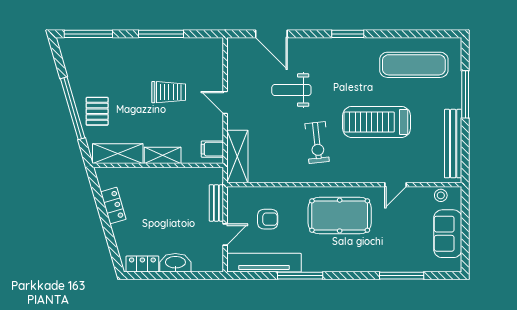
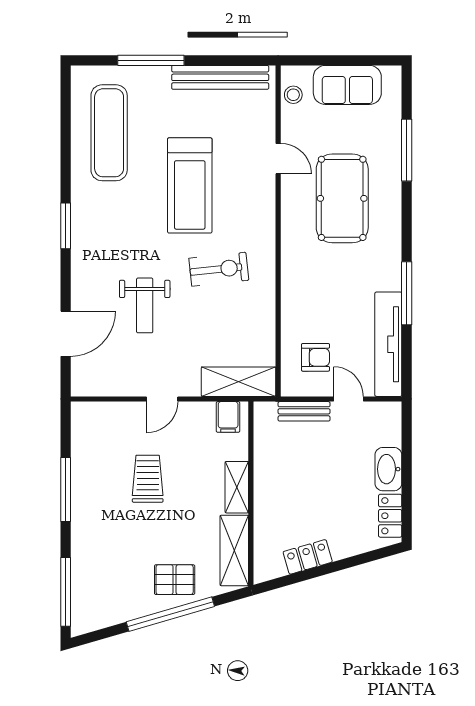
pool table: (340, 216) -> (342, 198), moved
armchair: (268, 219) -> (316, 357), moved, turned 90

